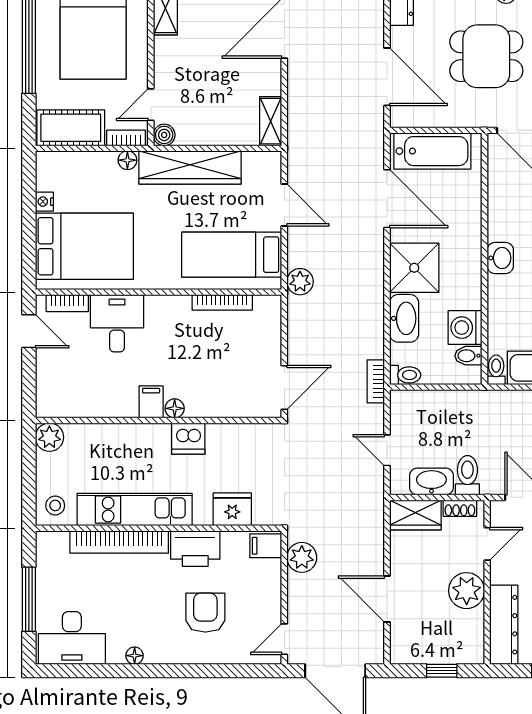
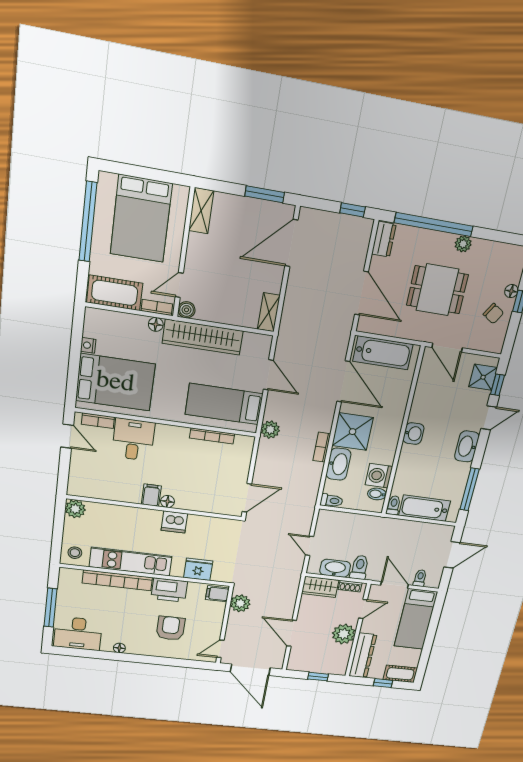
bookcase: (376, 381) -> (322, 447), moved

